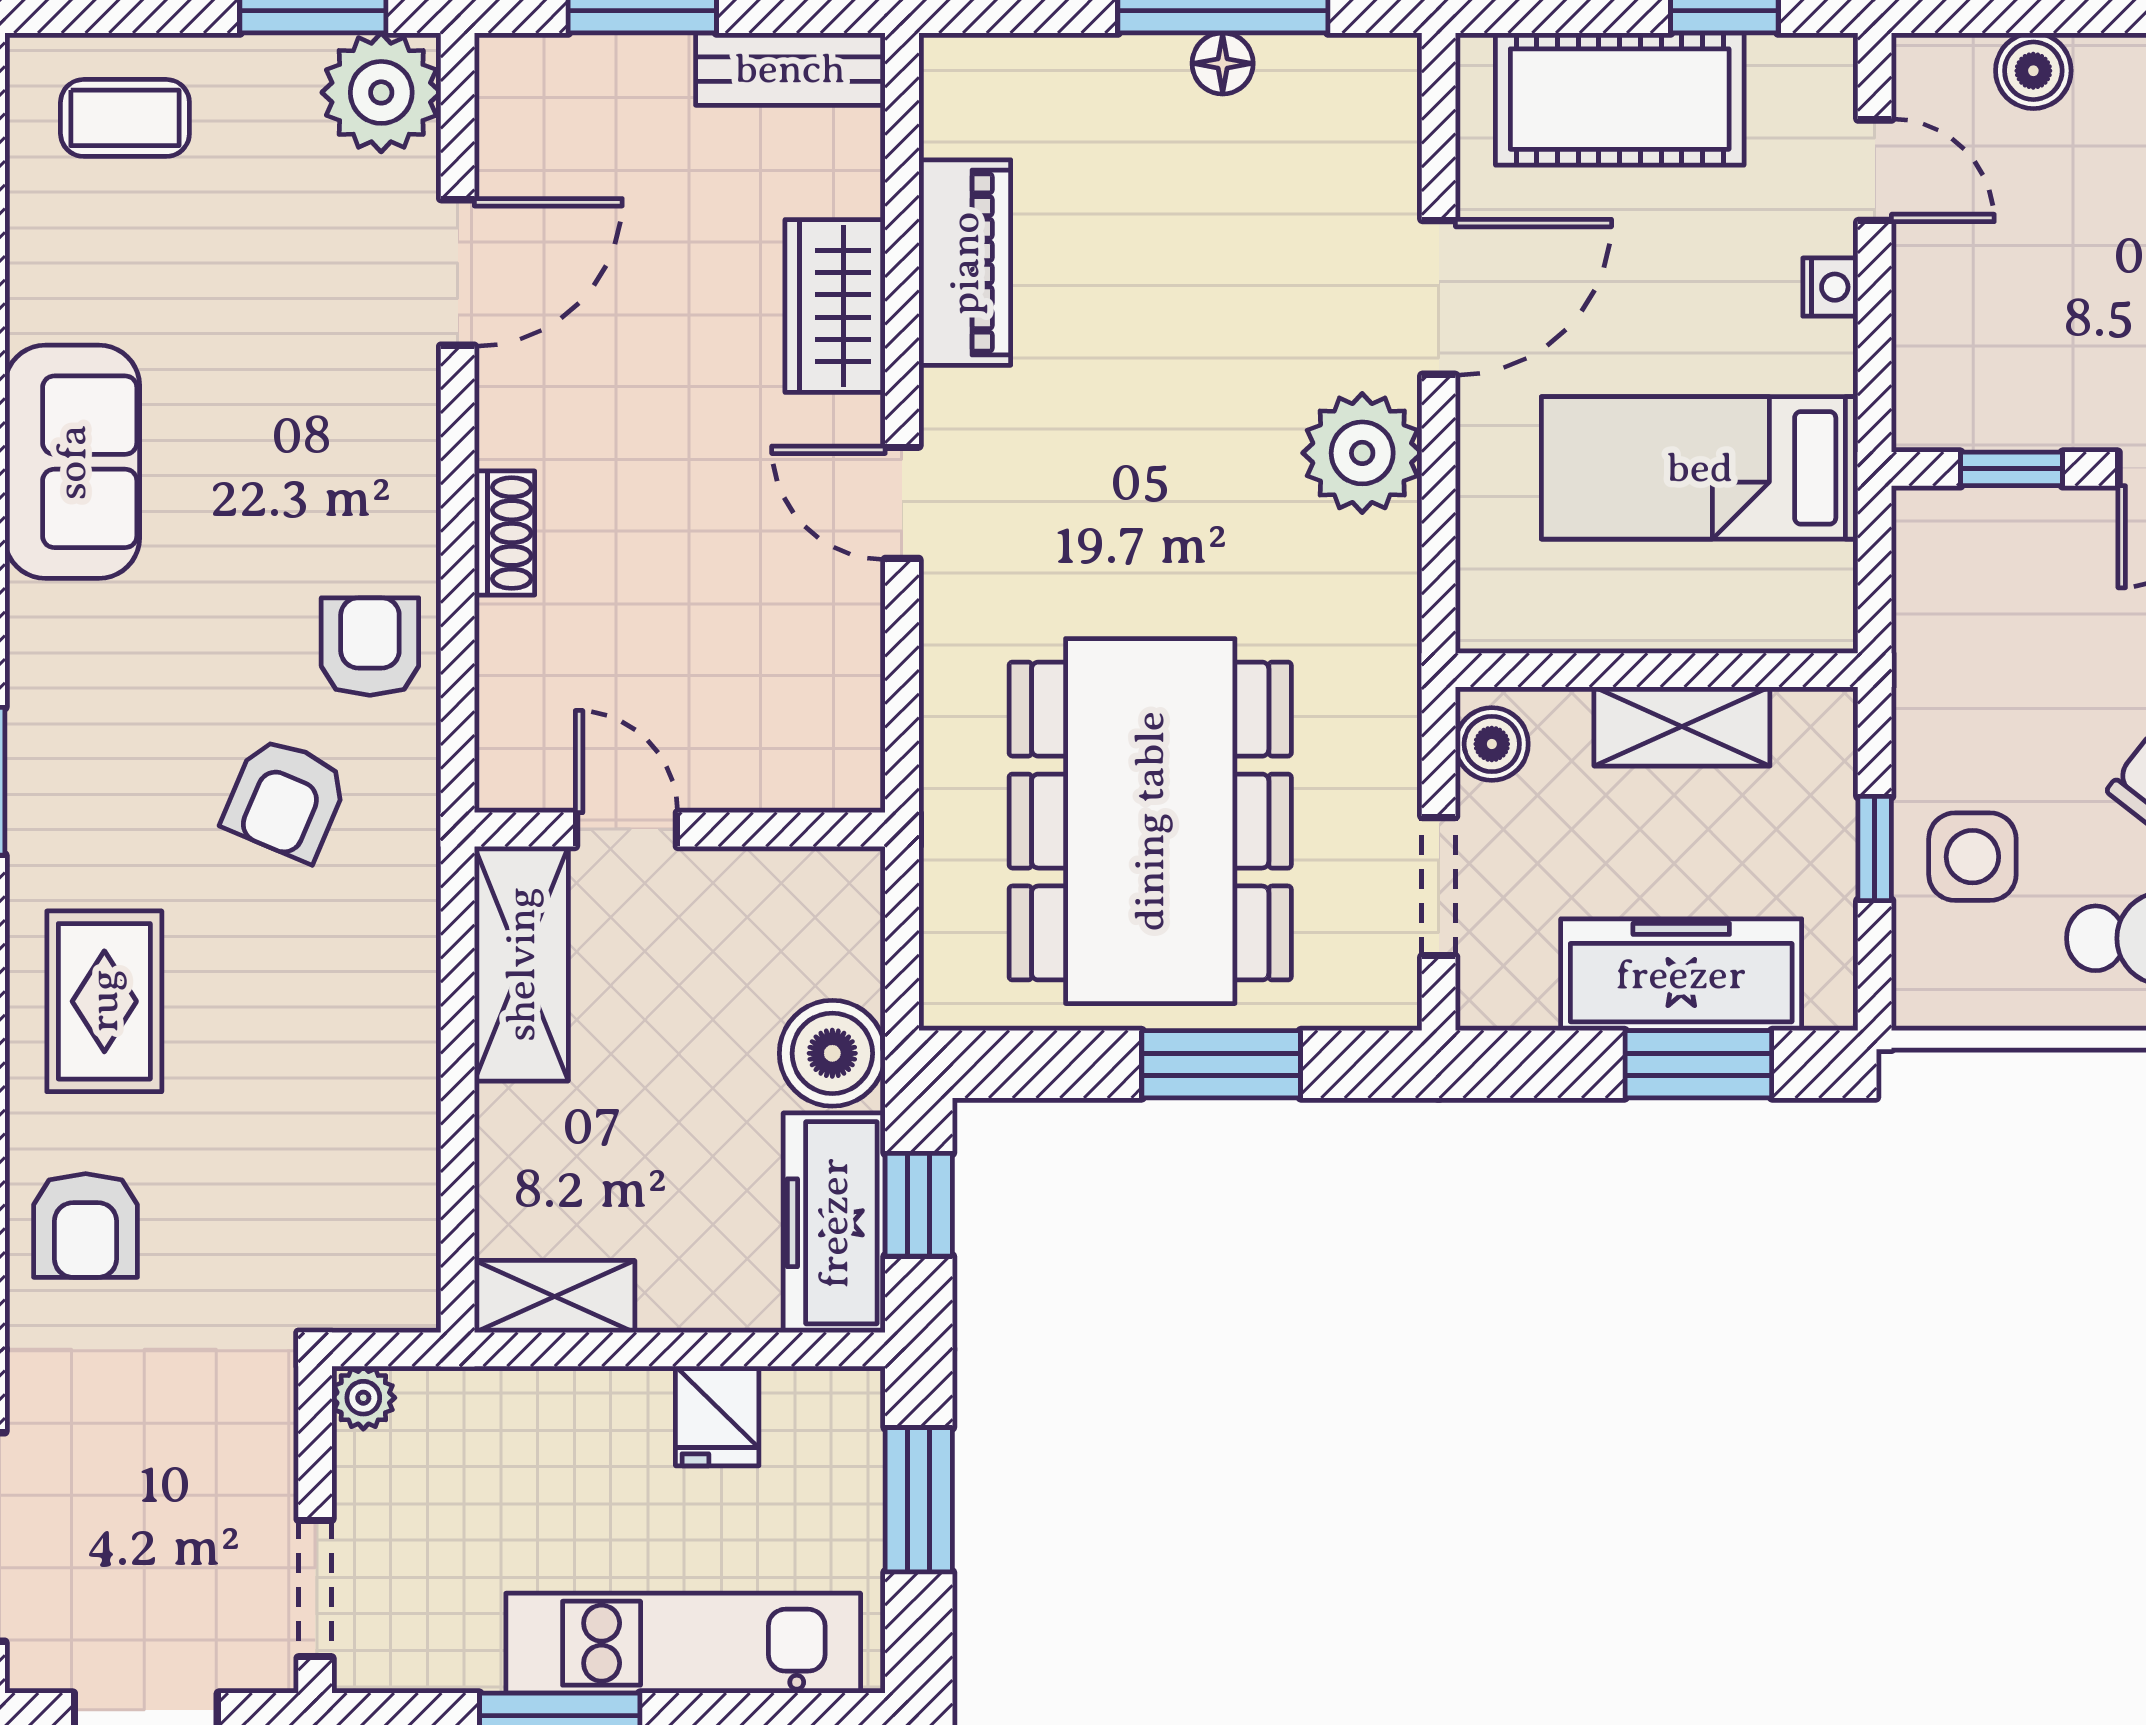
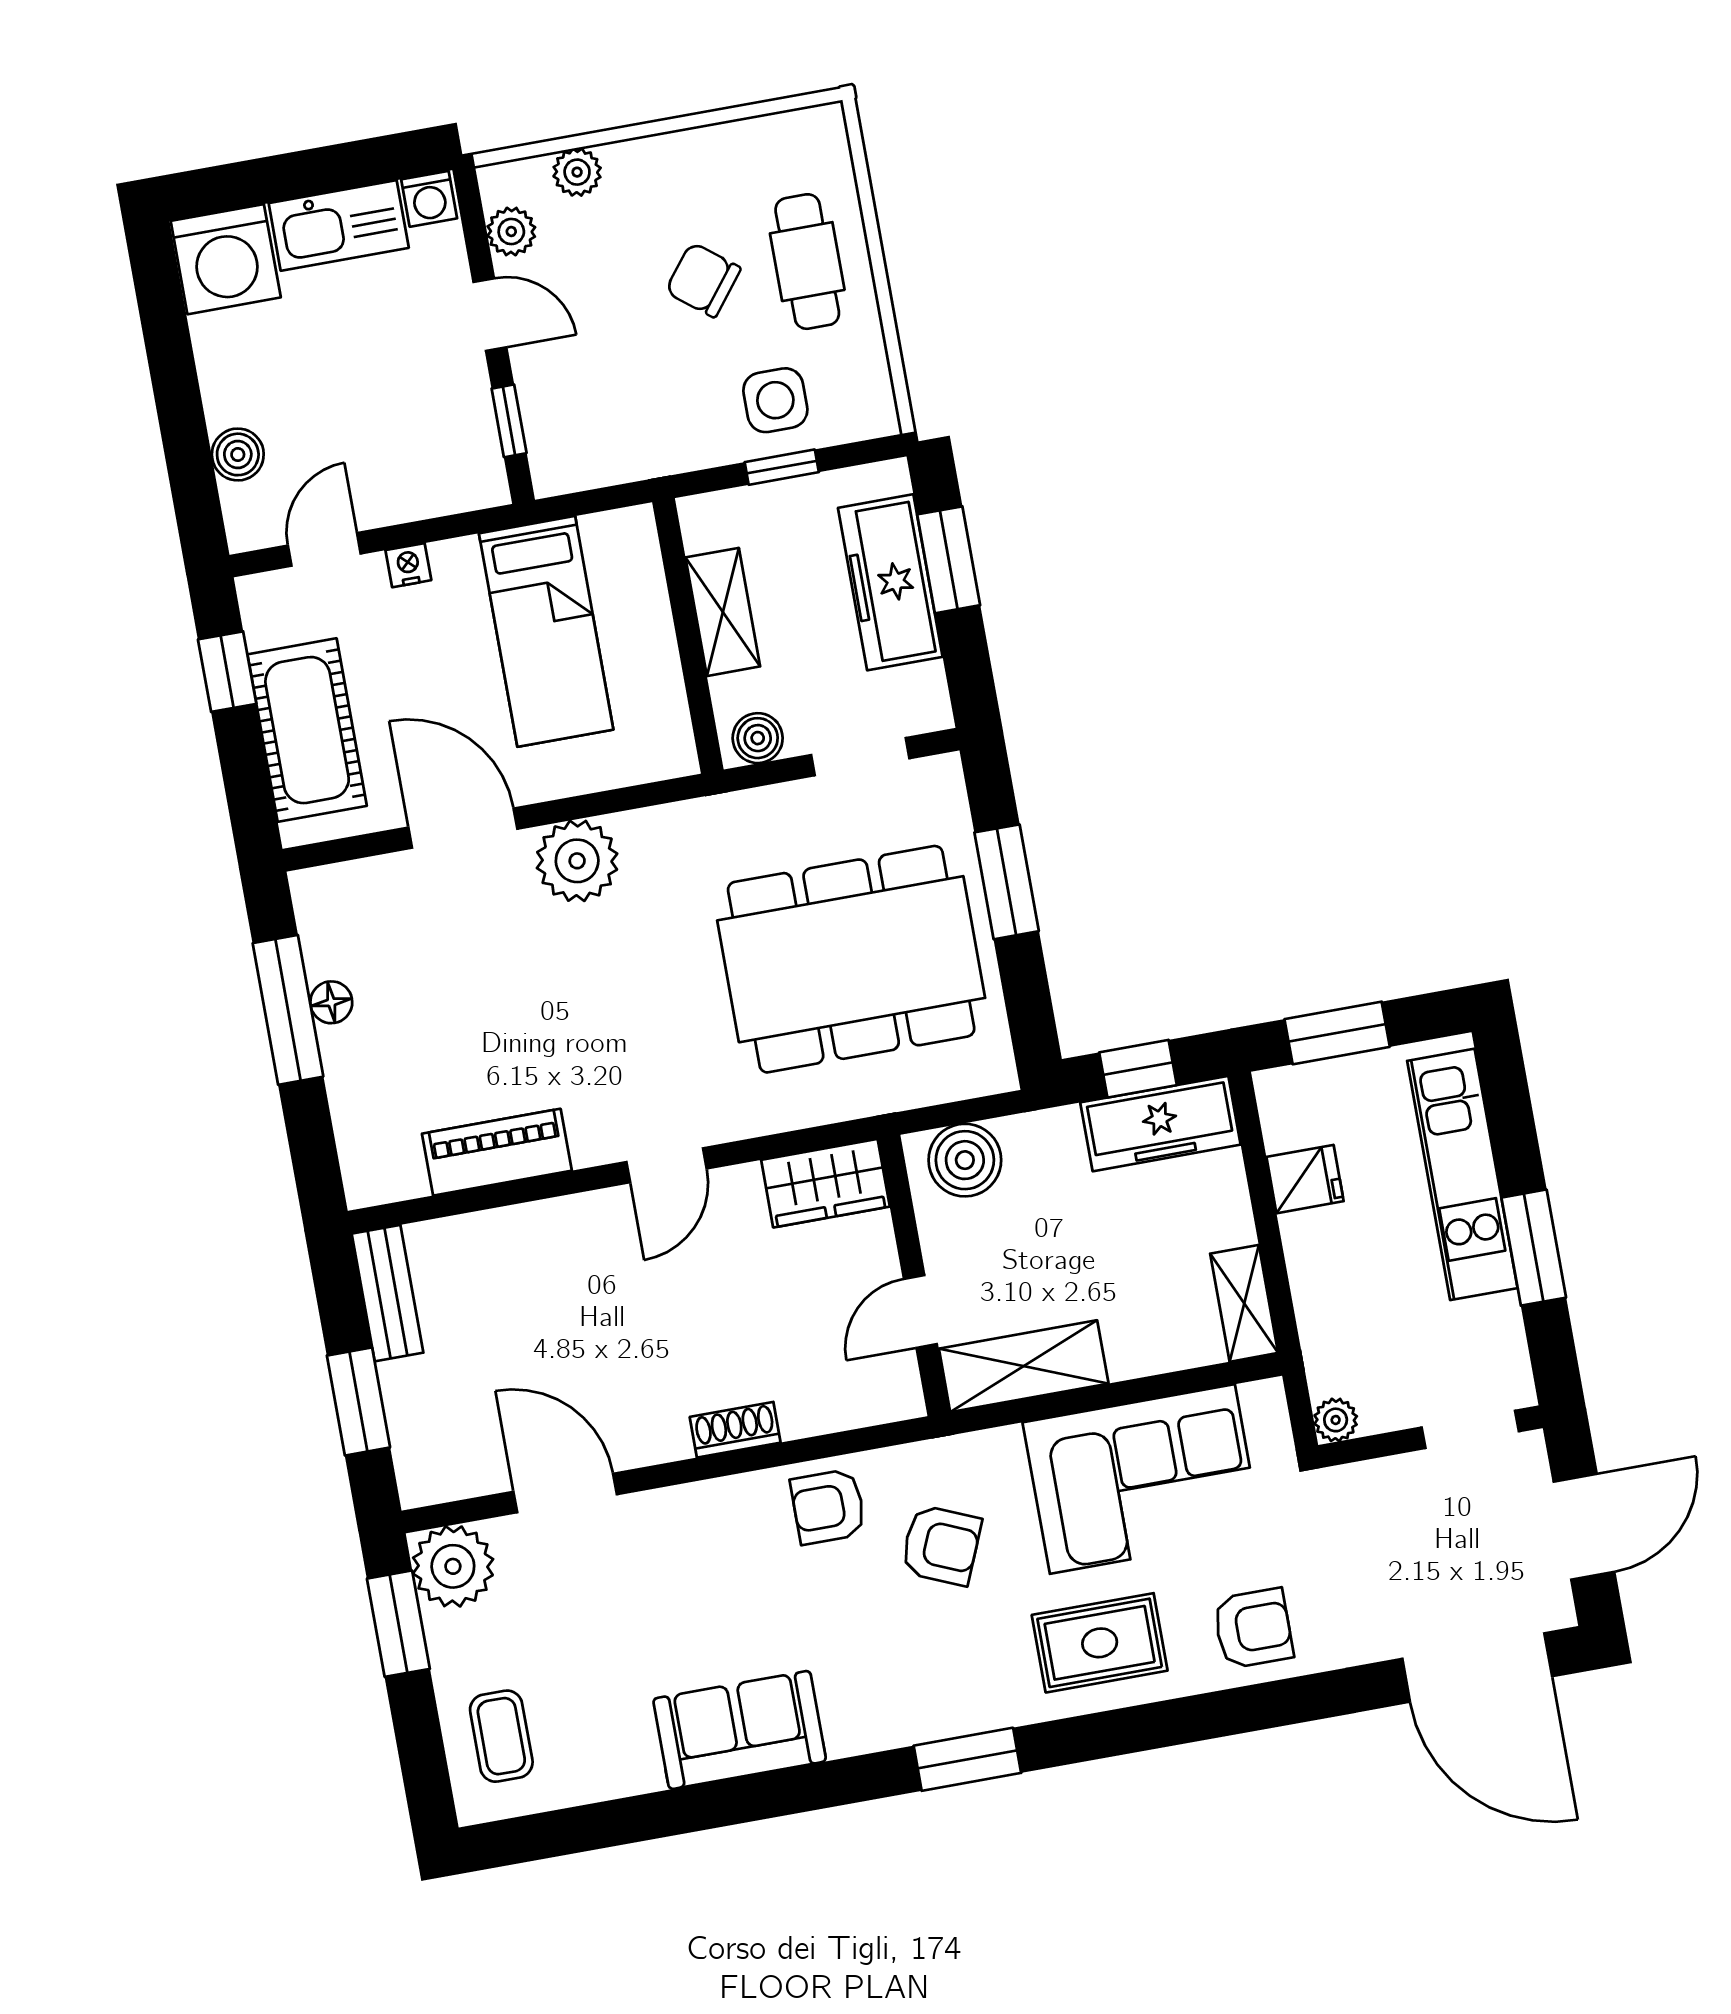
wardrobe: (835, 306) -> (825, 1183), moved
boiler: (832, 1053) -> (965, 1160), moved
corner sofa: (328, 1105) -> (1142, 1479), added

